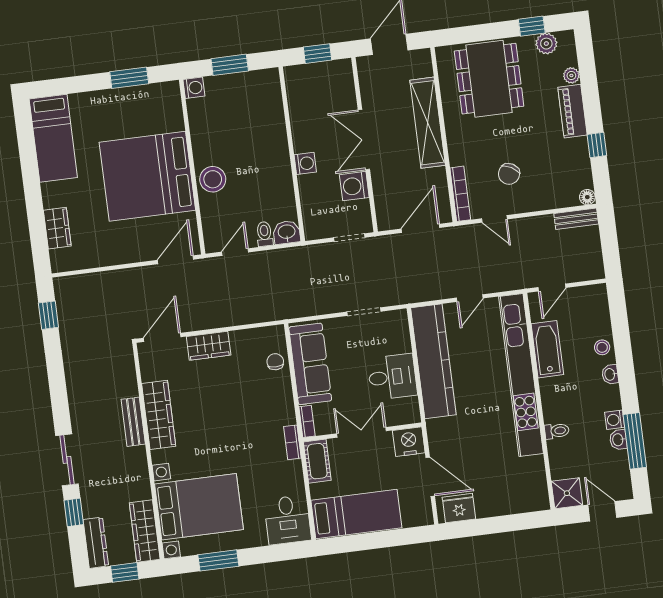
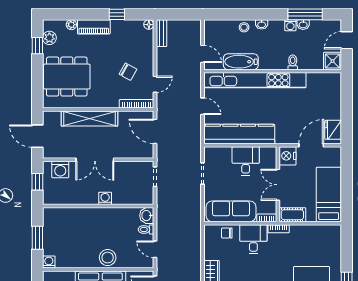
washing machine: (354, 186) -> (60, 169), moved
desk: (288, 520) -> (253, 239), moved, turned -90

